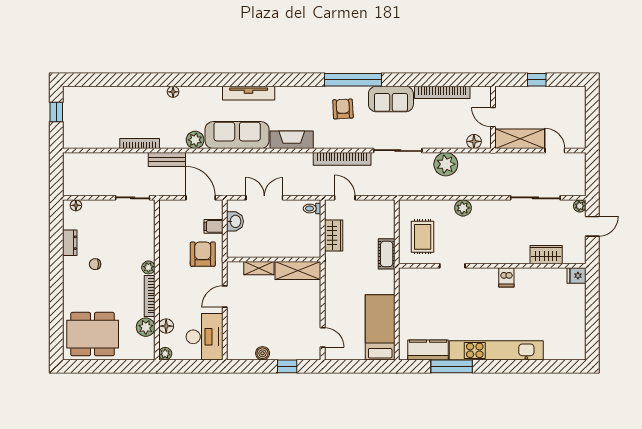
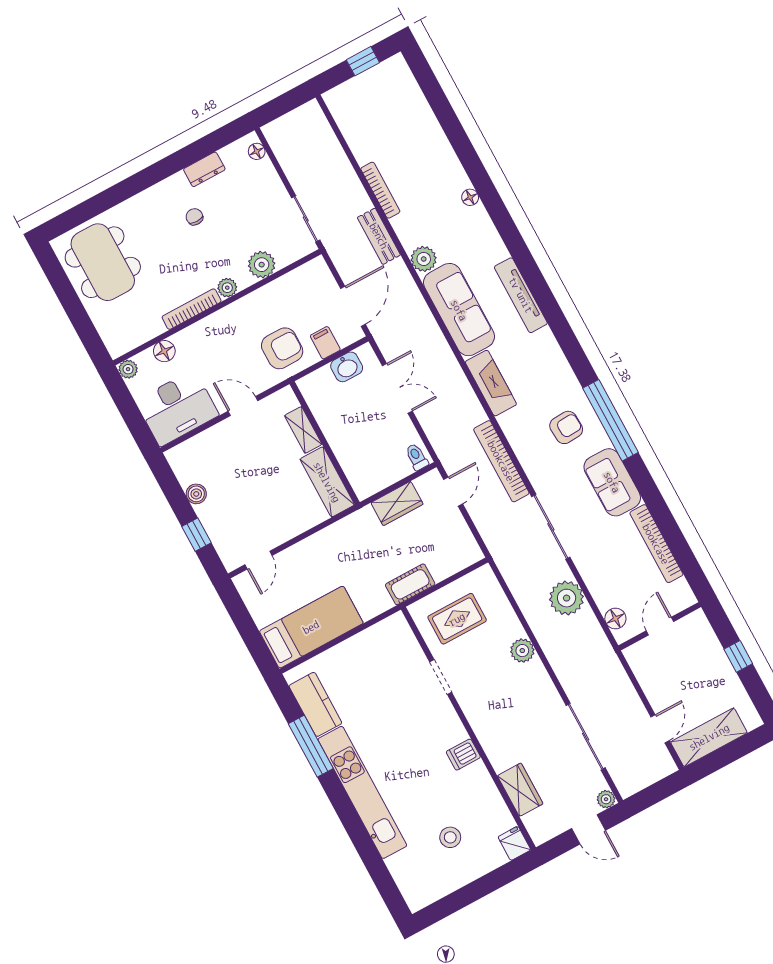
shelving: (520, 139) -> (709, 737), moved, turned 90
stool: (552, 312) -> (450, 837), added
plant: (146, 327) -> (262, 265), moved

